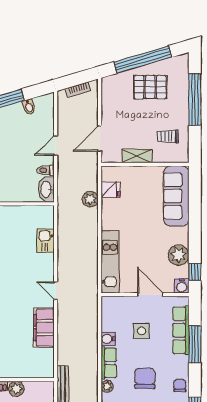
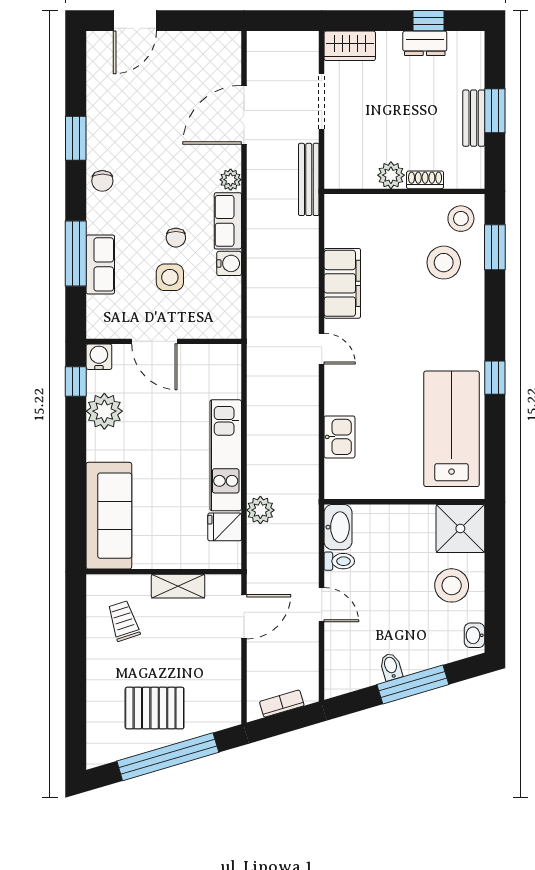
window: (195, 100) -> (76, 686), removed
bidet: (29, 107) -> (391, 667), moved
trolley: (168, 136) -> (124, 621), turned -108
door: (56, 146) -> (322, 605), hinge flipped
kitchen unit: (110, 262) -> (226, 455), moved
row of seats: (181, 330) -> (100, 264), width x0.68
chair: (145, 378) -> (176, 238), moved, width x0.54, depth x0.54

